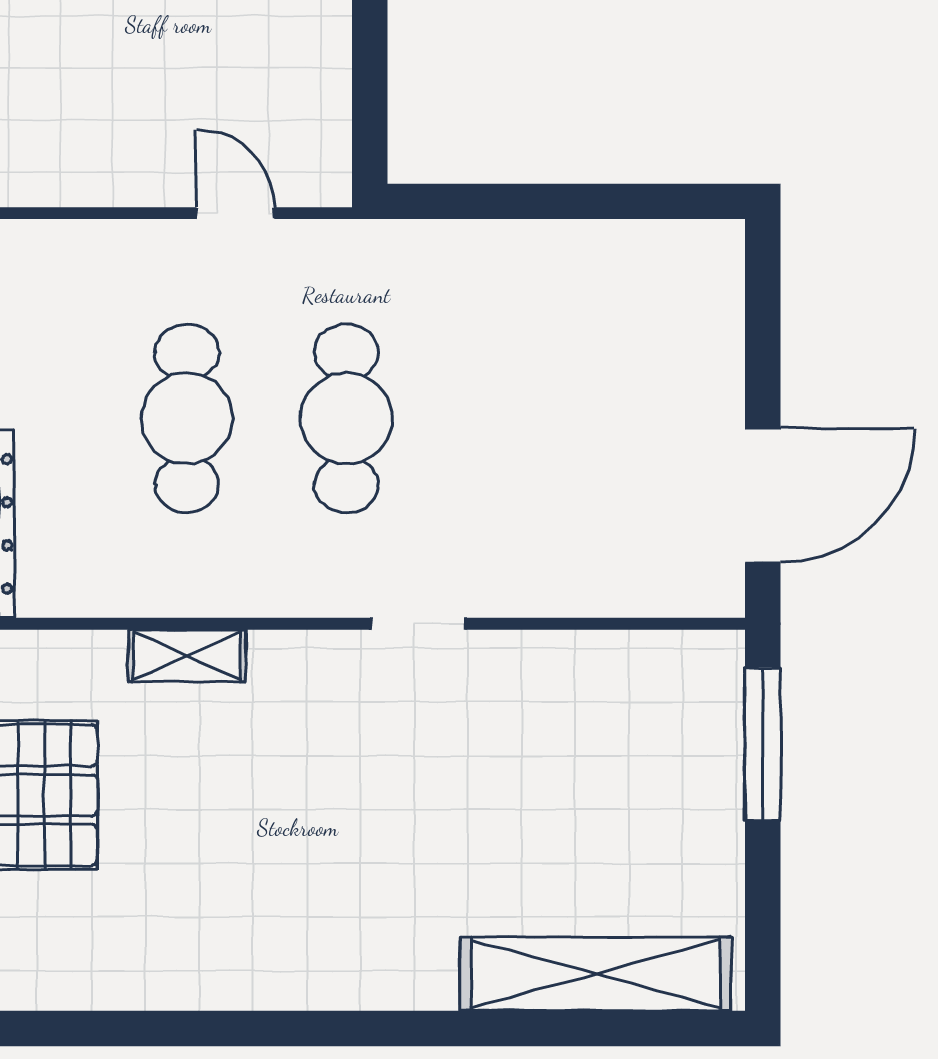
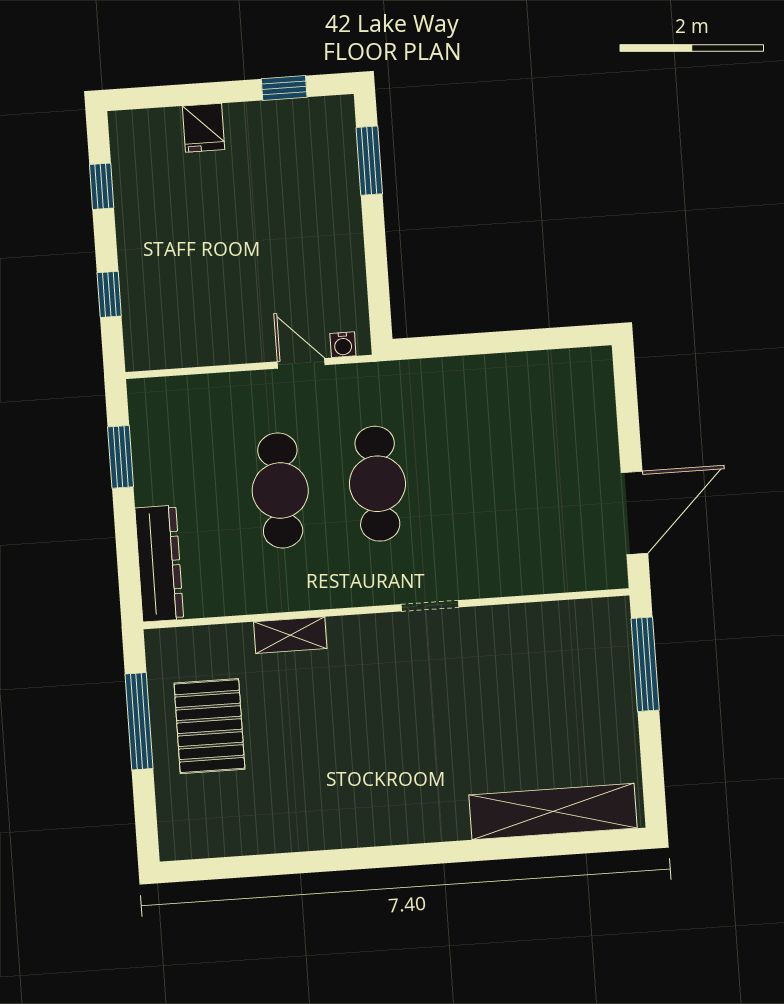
water cooler: (306, 187) -> (343, 345), added

